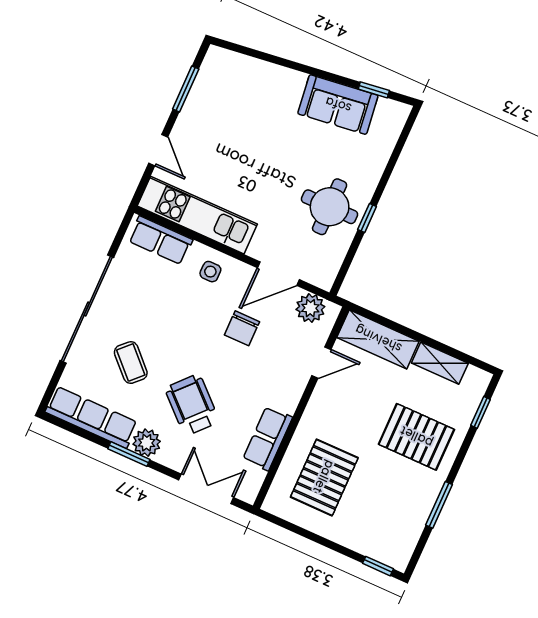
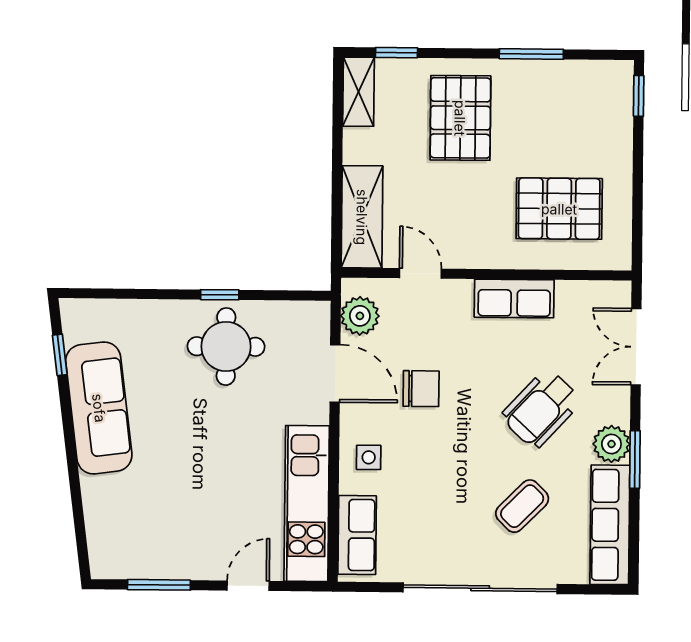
sofa: (338, 105) -> (99, 408), width x1.36
shelving: (440, 363) -> (358, 92), moved
row of seats: (268, 438) -> (514, 298), moved

